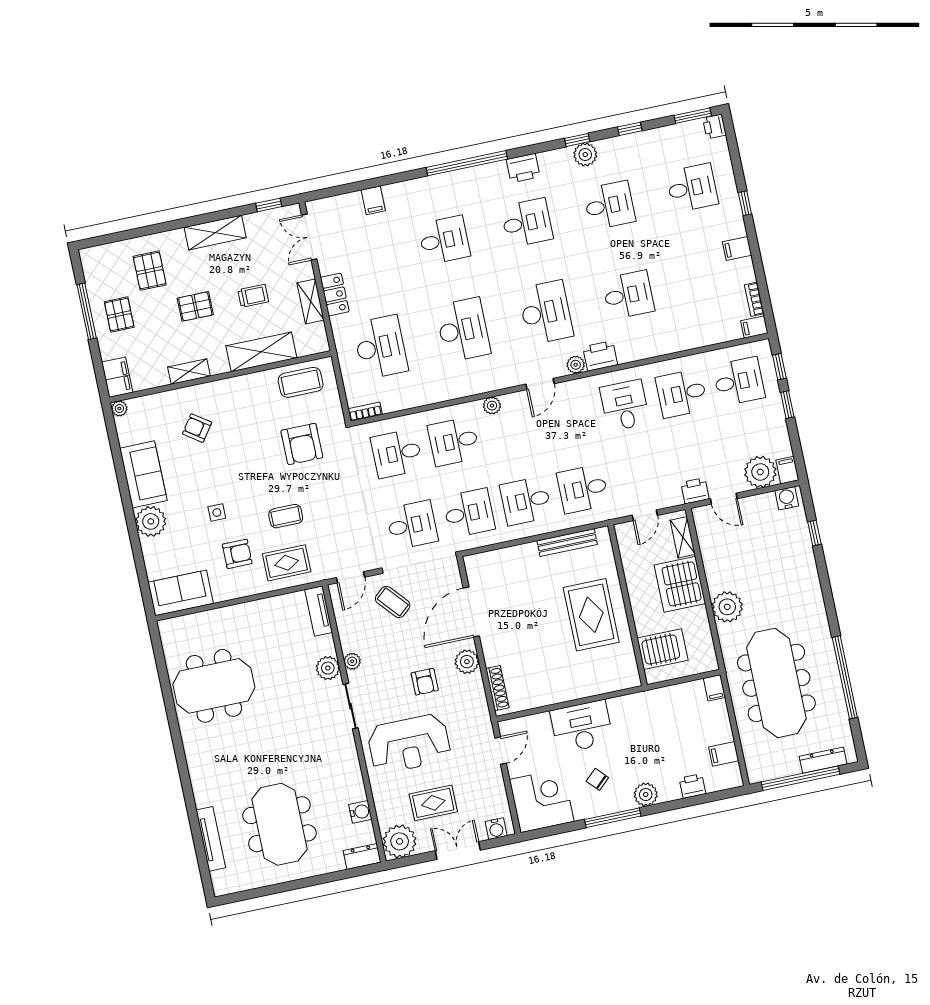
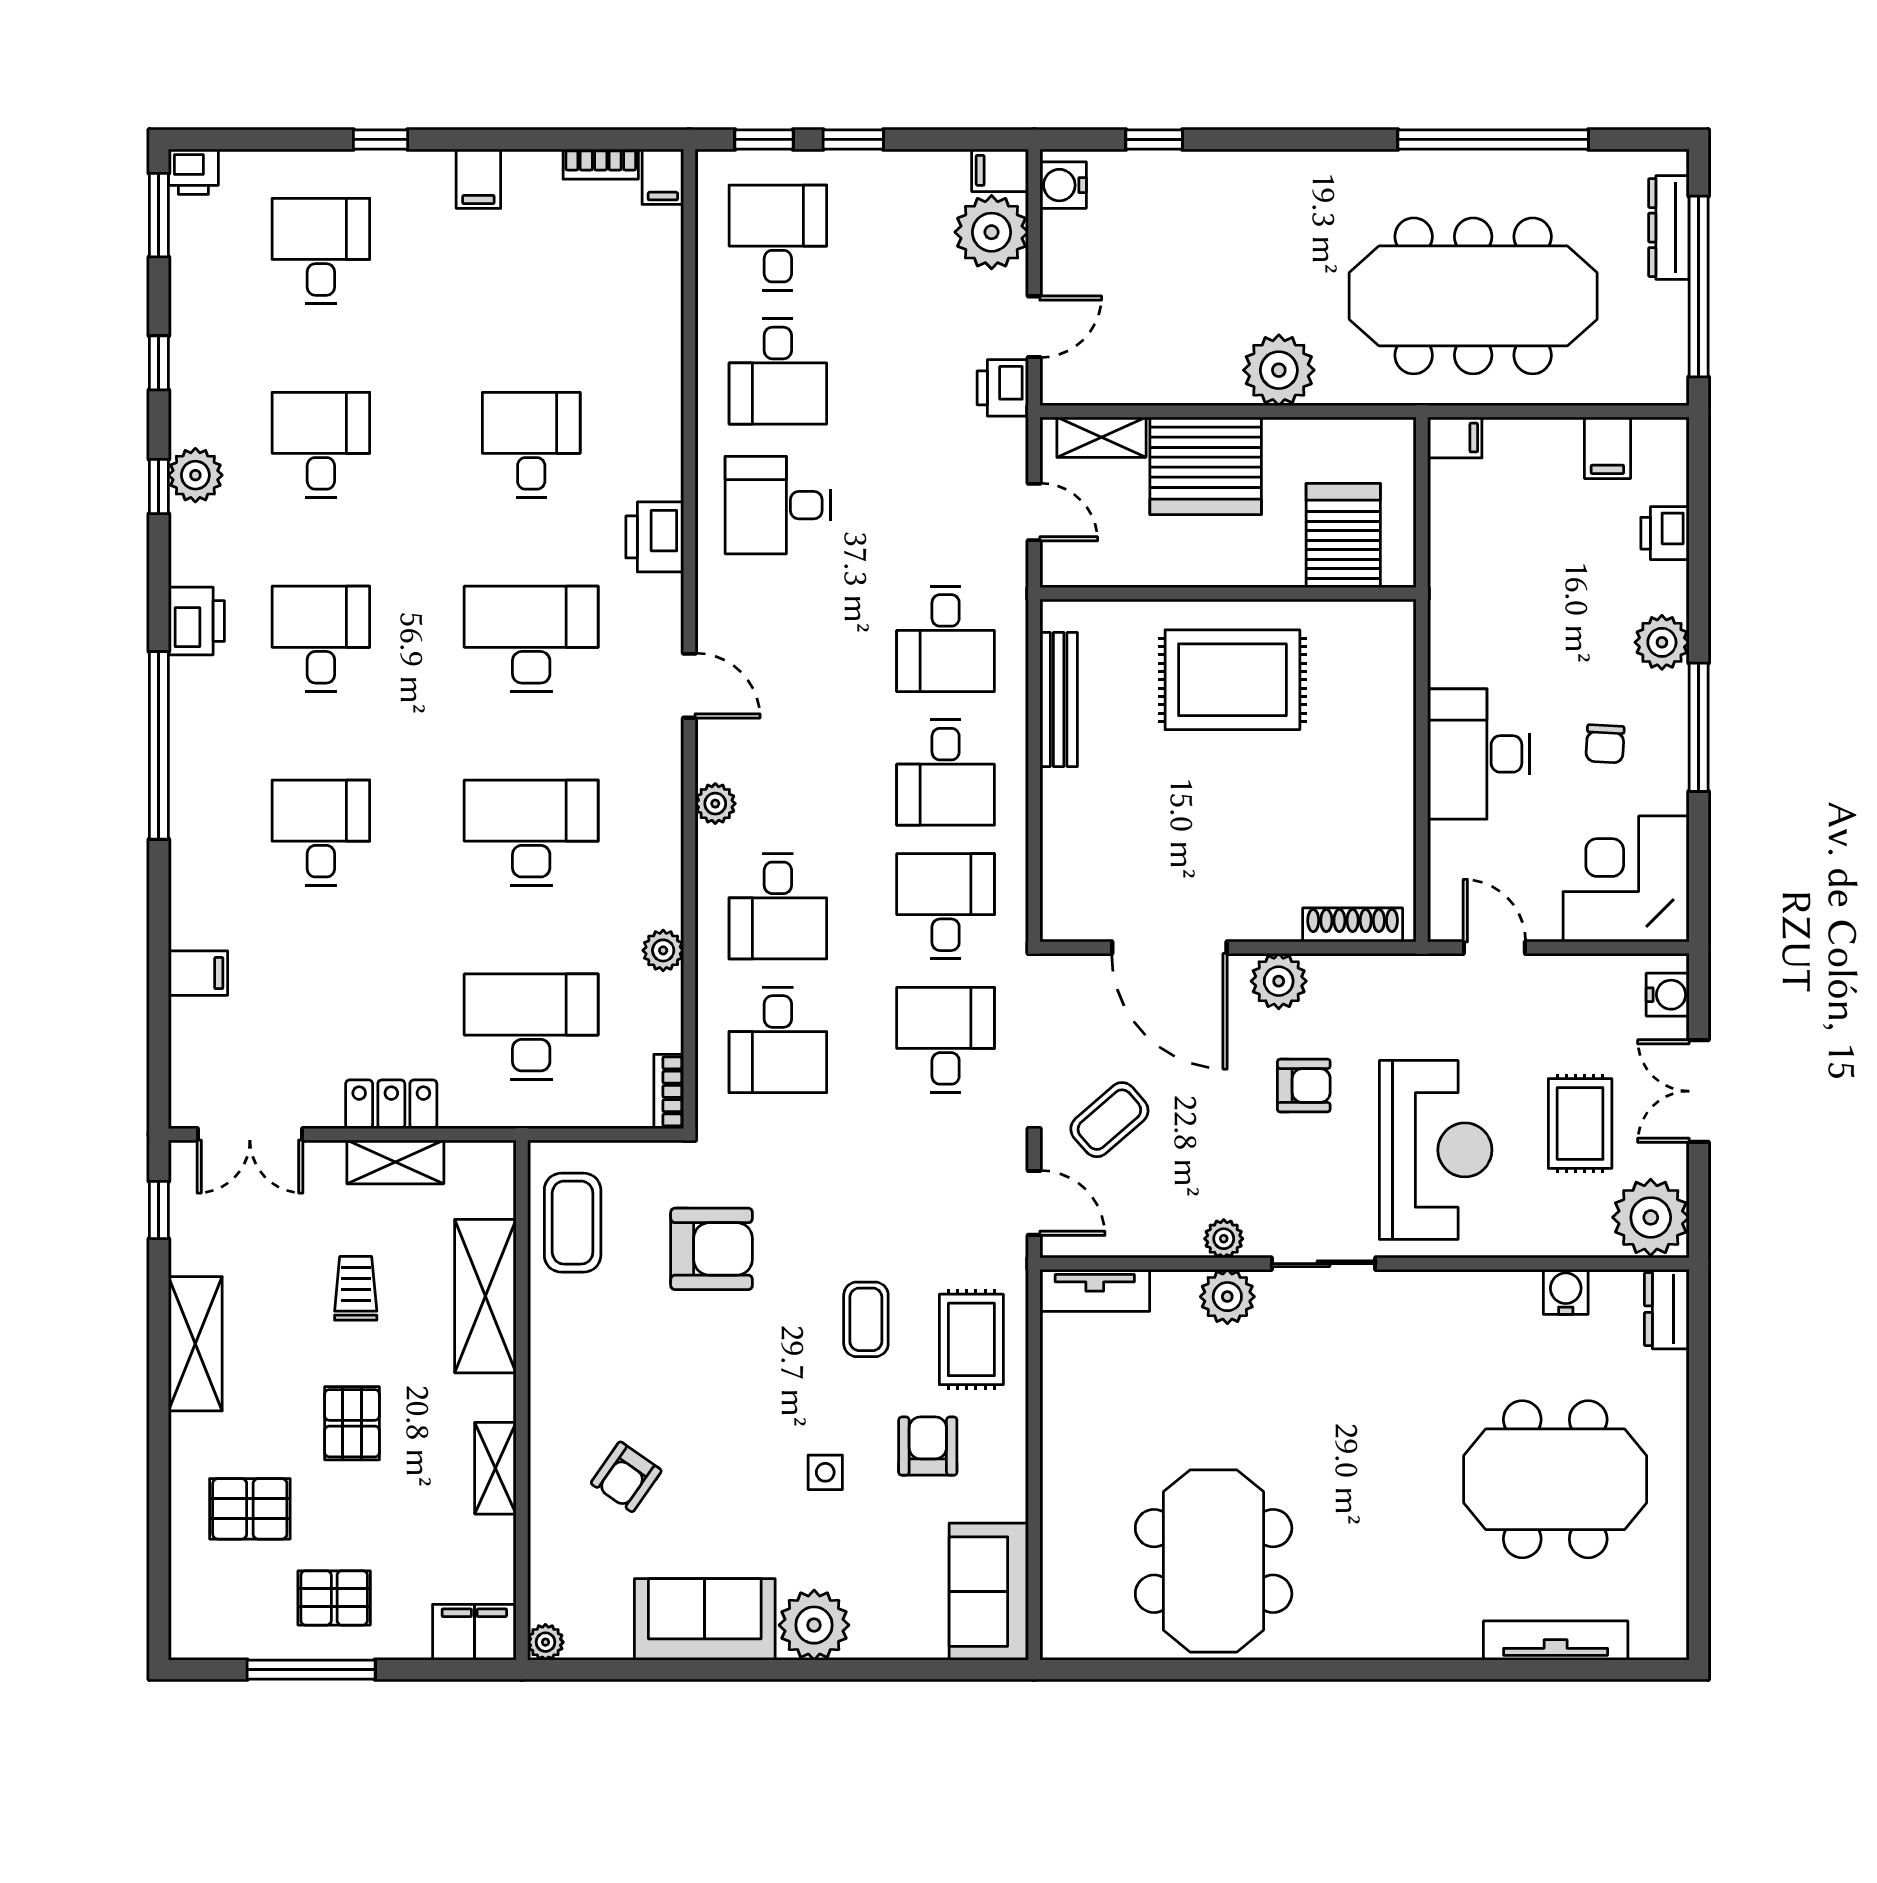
plant: (576, 365) -> (663, 950), moved
chair: (597, 779) -> (1605, 744), turned -44

